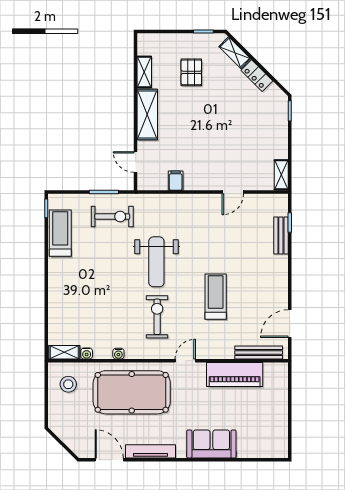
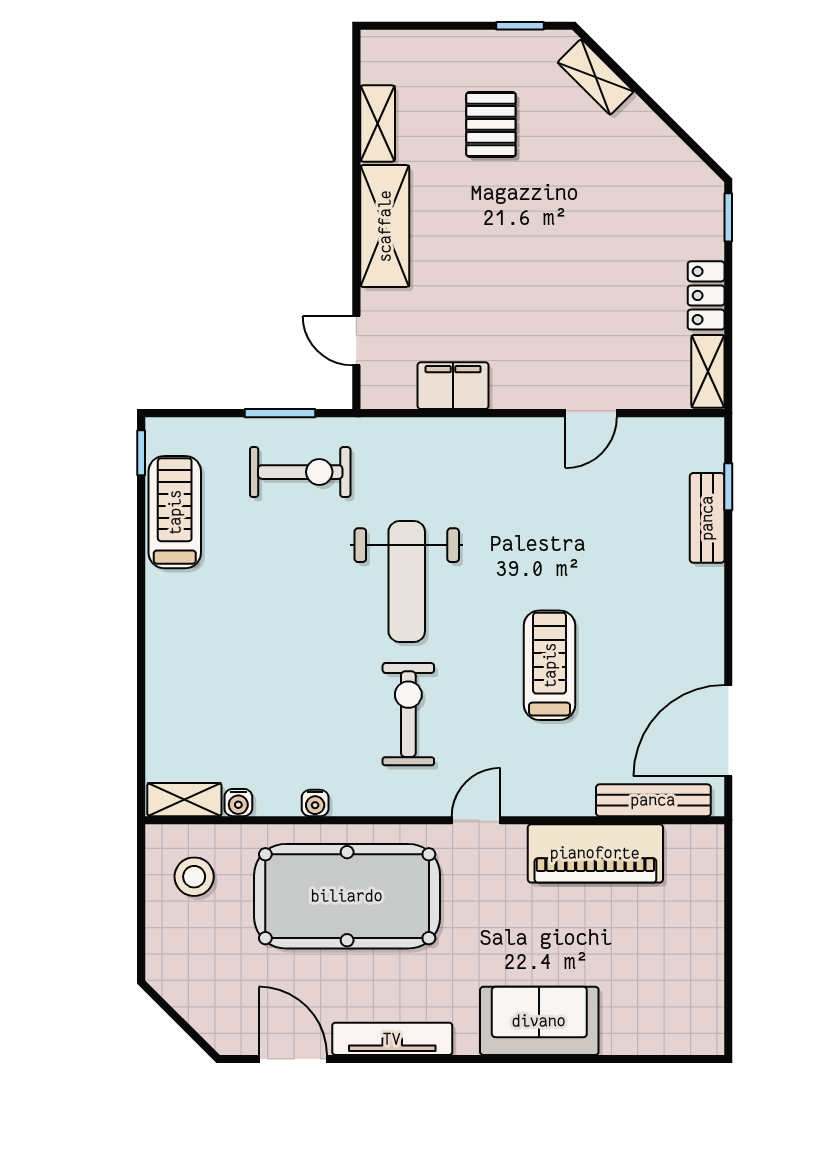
locker: (257, 76) -> (706, 295), moved, turned 45
filing cabinet: (176, 181) -> (453, 386), width x2.00
door: (290, 324) -> (728, 731), width x1.36

